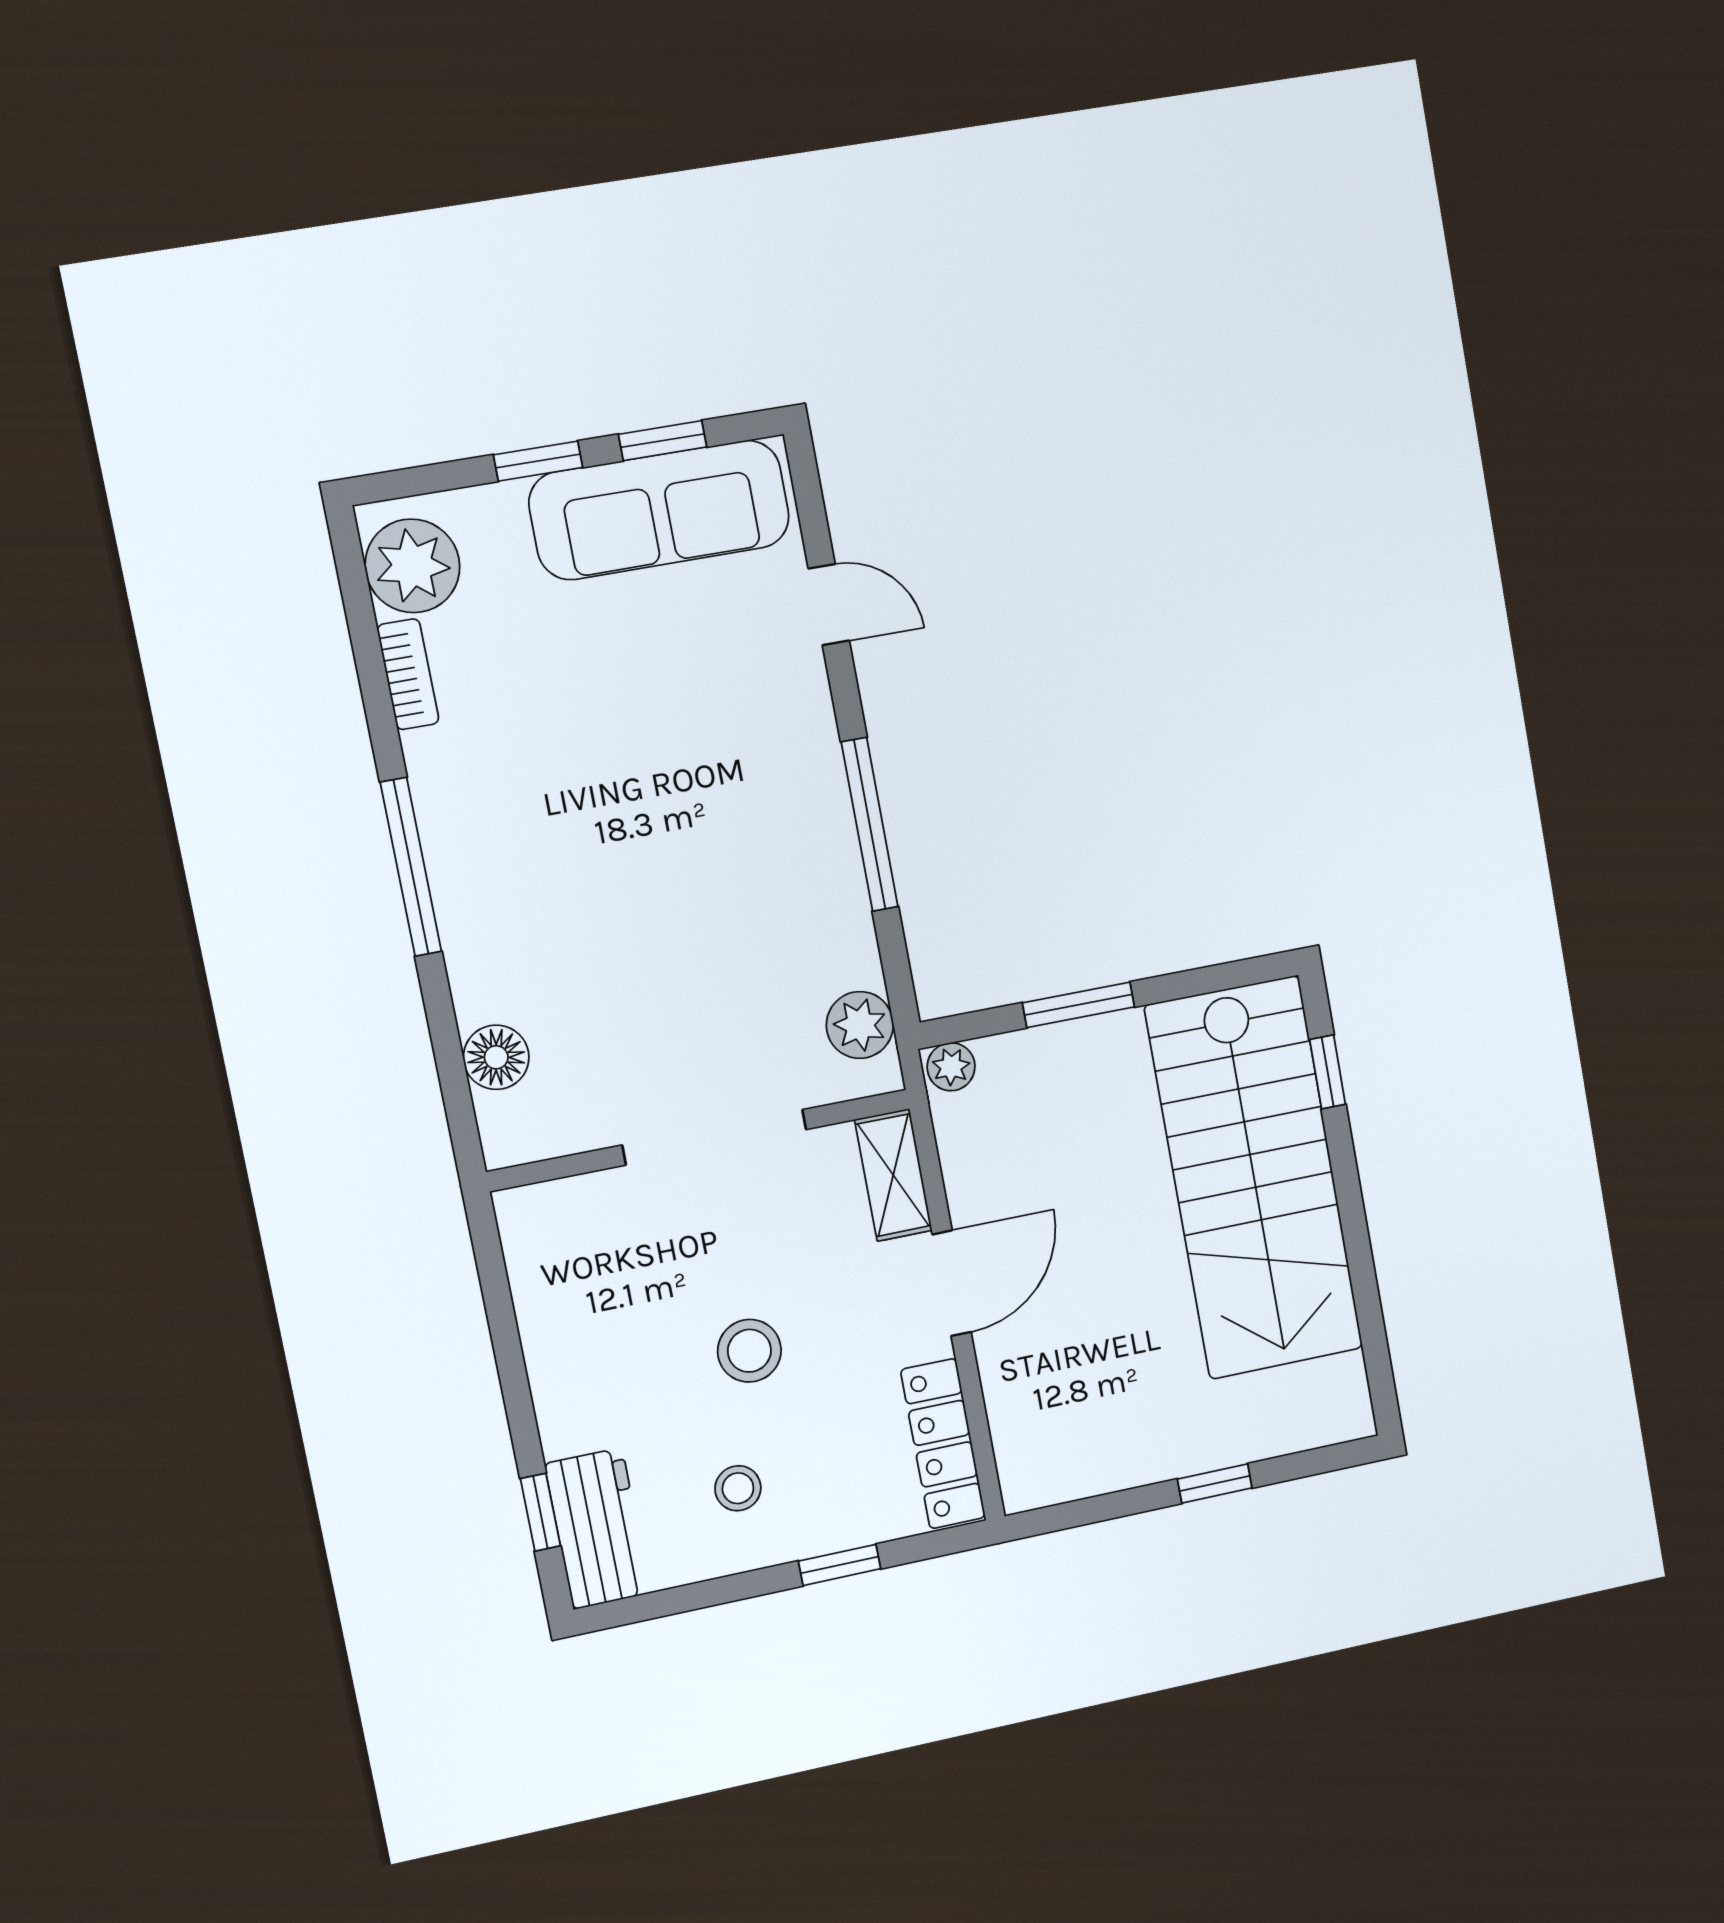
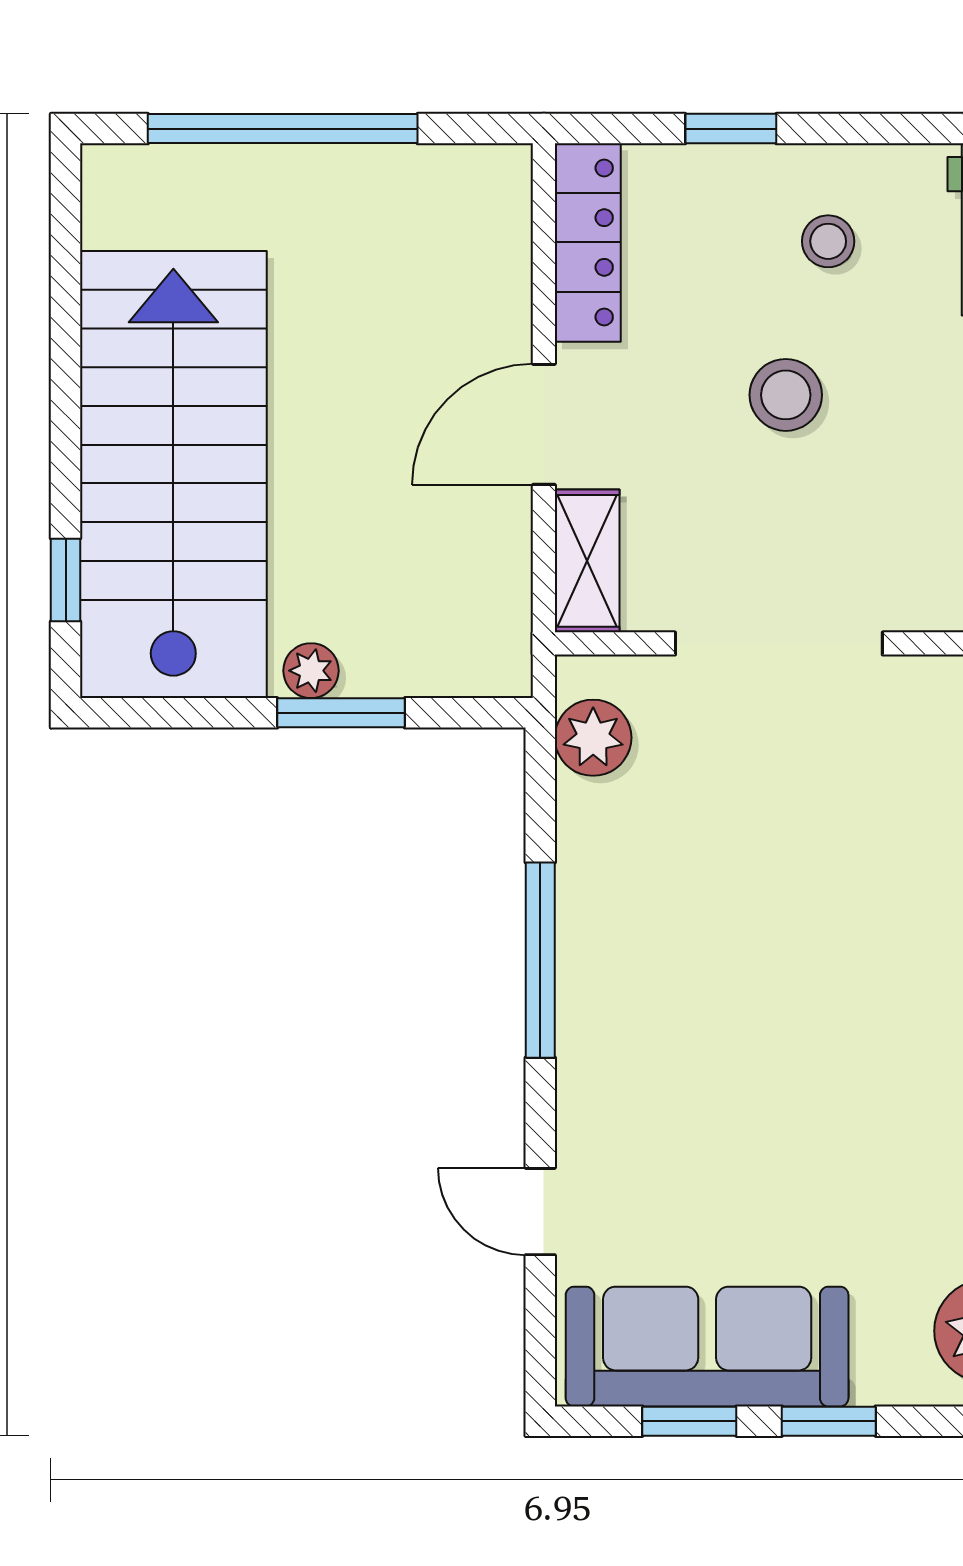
plant: (951, 1067) -> (311, 671), moved
window: (1215, 1484) -> (283, 129), width x3.17

